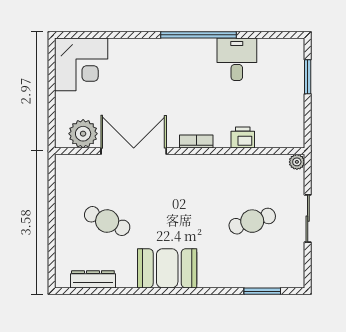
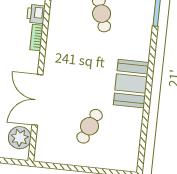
bookcase: (196, 141) -> (36, 38), moved
dresser: (93, 279) -> (134, 142), removed

